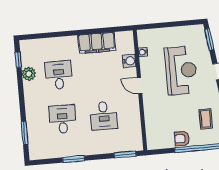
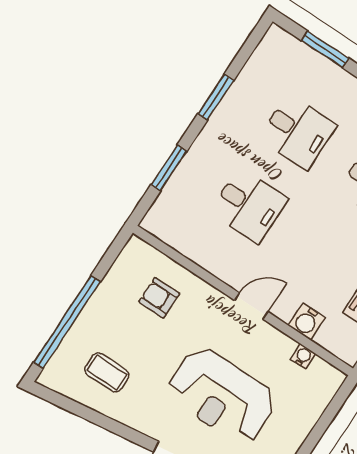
desk: (104, 116) -> (249, 205), turned 180
armchair: (182, 139) -> (159, 298), moved, turned -90
window: (125, 155) -> (169, 168), moved

